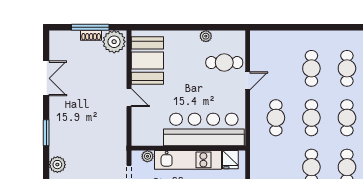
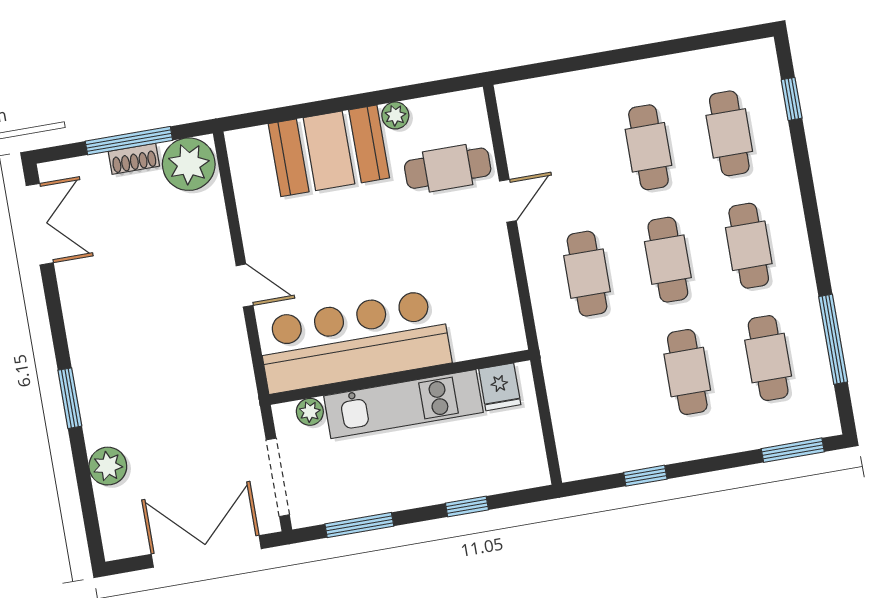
booth: (147, 61) -> (329, 151), moved, turned 90
double door: (46, 78) -> (40, 224), moved
bar counter: (204, 129) -> (354, 341), moved

